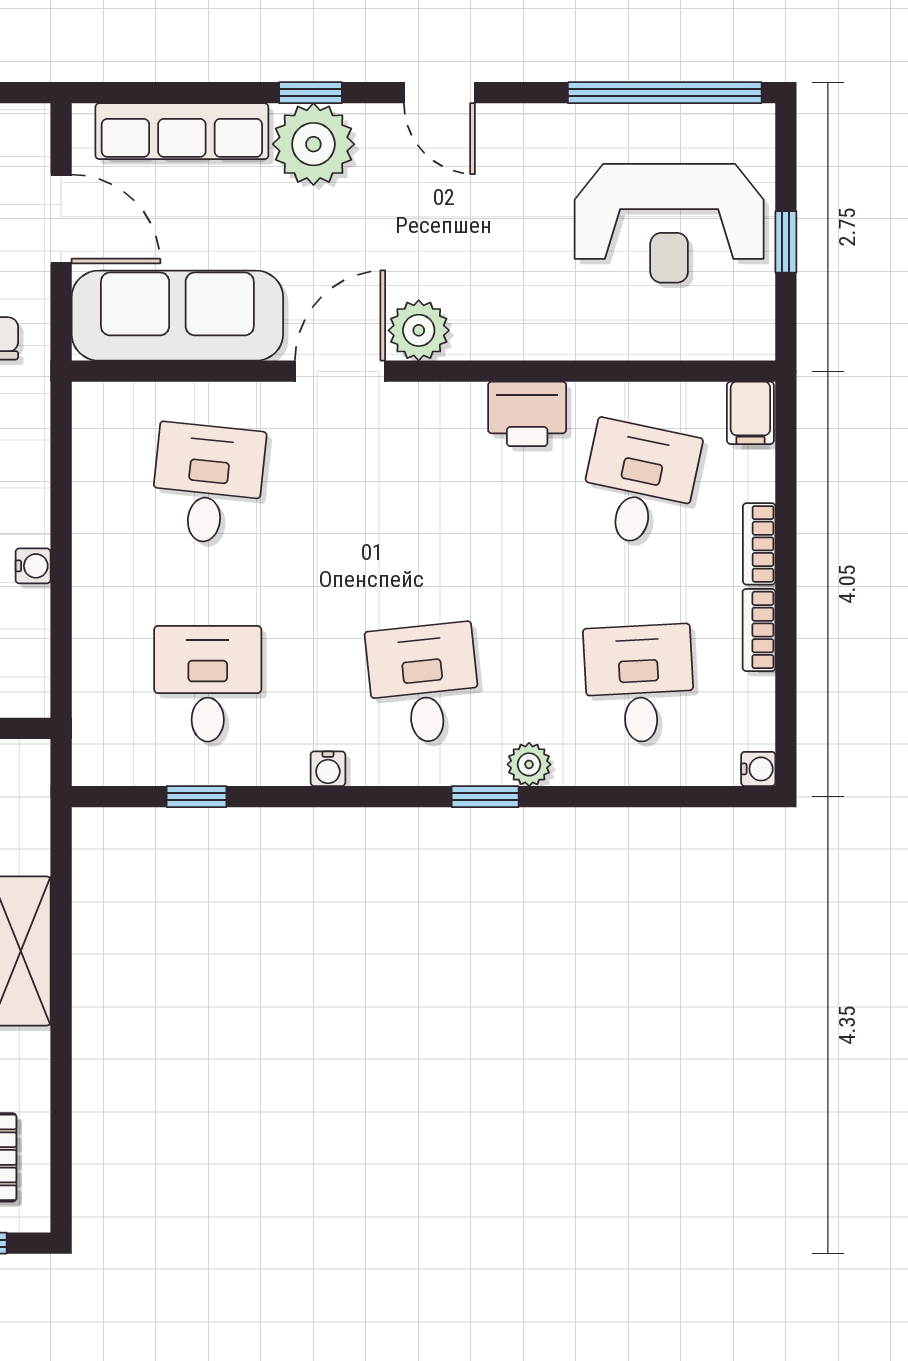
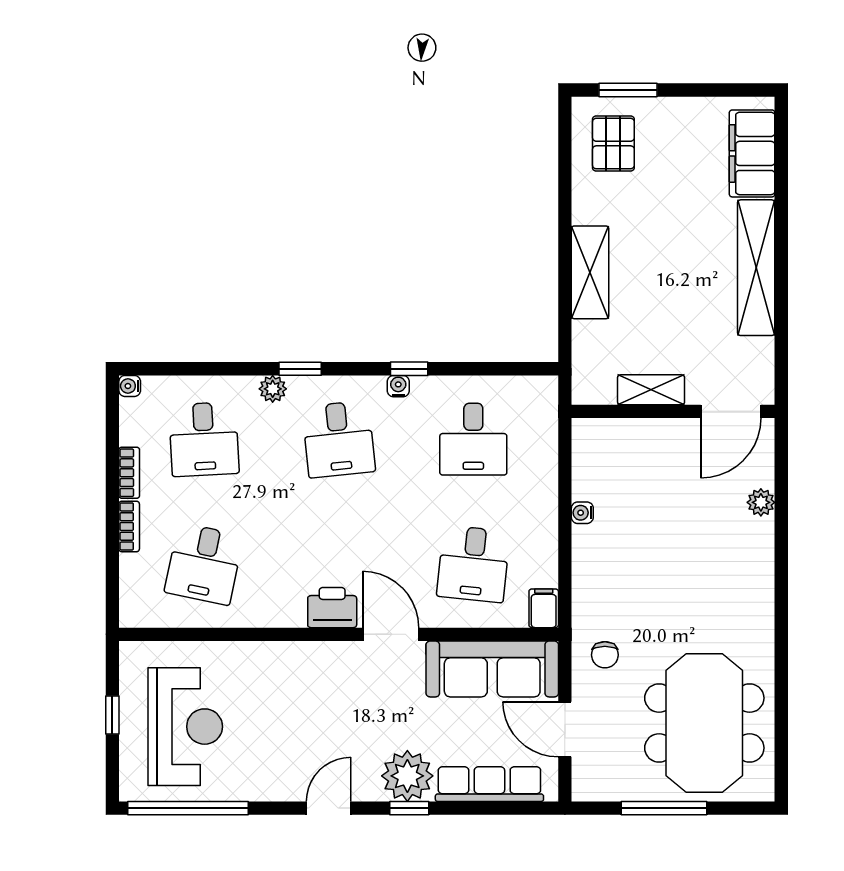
door: (439, 93) -> (329, 808), hinge flipped
reception desk: (669, 223) -> (185, 727), turned 90
plant: (419, 330) -> (342, 660), removed
door: (340, 371) -> (391, 634), swing flipped
filing cabinet: (750, 413) -> (544, 608), moved
printer: (527, 414) -> (332, 608), moved
window: (196, 797) -> (409, 369), moved

